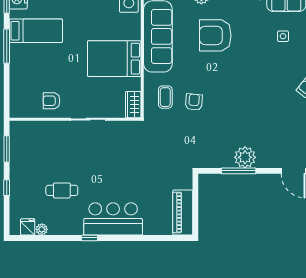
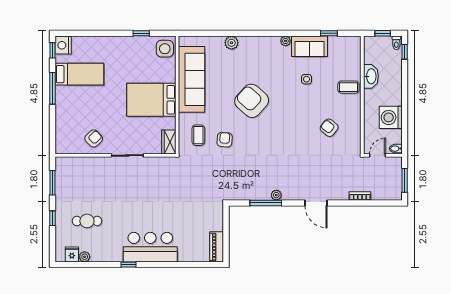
armchair: (215, 35) -> (252, 101), moved, turned 42
armchair: (51, 101) -> (94, 138), turned 136
plant: (245, 157) -> (276, 195), width x0.53, depth x0.53
cafe table: (62, 190) -> (87, 221), moved
piano: (183, 212) -> (217, 247), width x0.73, depth x0.75

